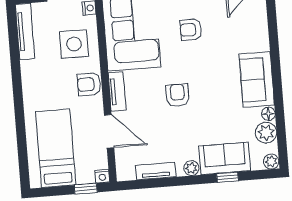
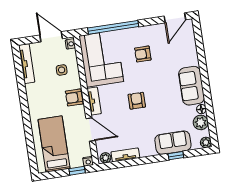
side table: (74, 44) -> (62, 70), width x0.54, depth x0.54
plant: (191, 168) -> (106, 158), moved

